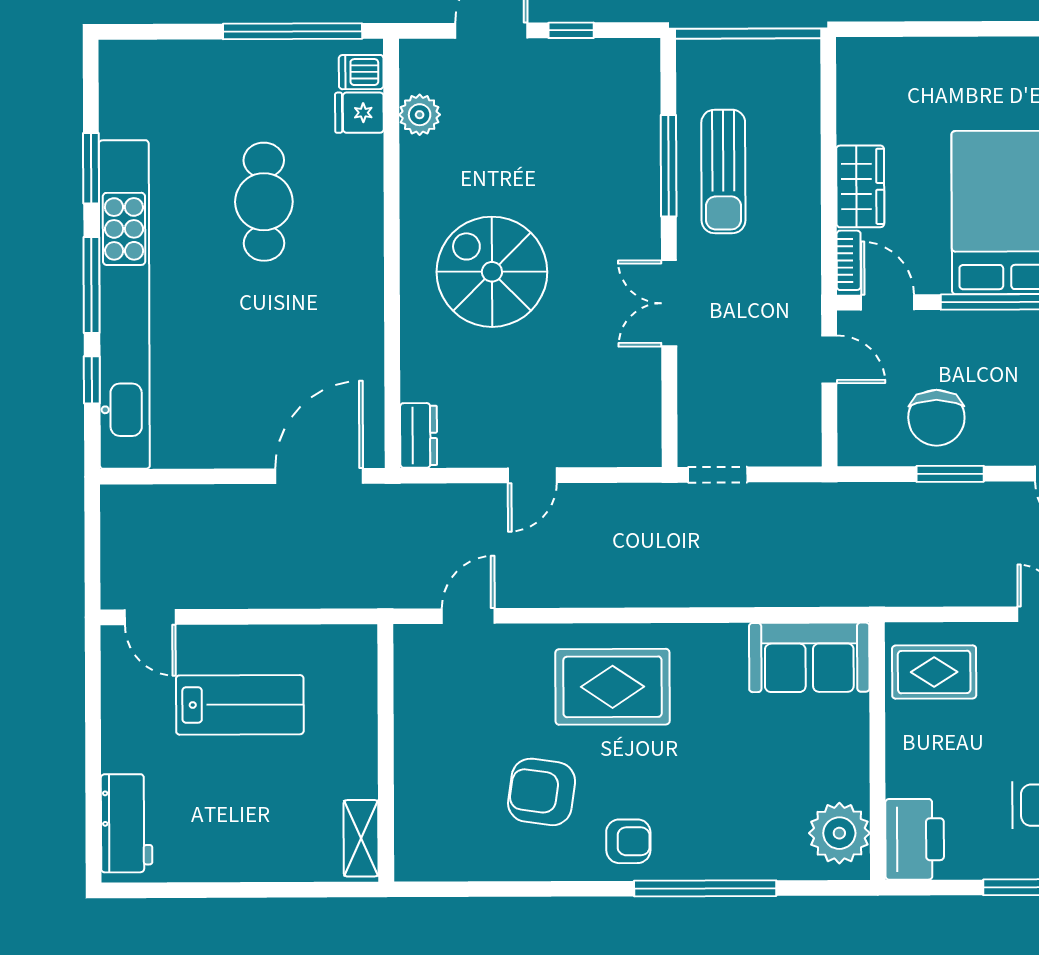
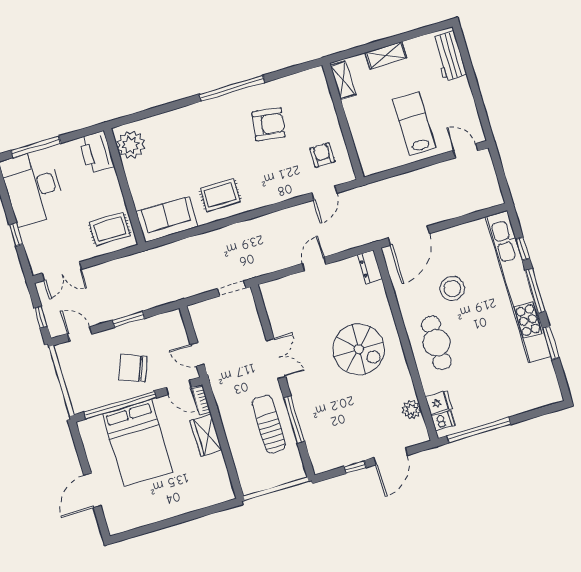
cafe table: (264, 202) -> (436, 343), moved
stool: (262, 340) -> (452, 289), added
chair: (936, 418) -> (133, 368), moved, turned -69
rug: (613, 687) -> (220, 195), moved, width x0.73, depth x0.70
lab bench: (240, 705) -> (414, 124), turned 90
armchair: (628, 841) -> (322, 155), moved, turned 90
shelving: (257, 863) -> (386, 55), added
window: (705, 888) -> (232, 88), moved

